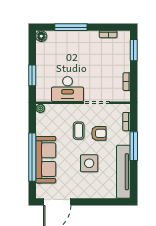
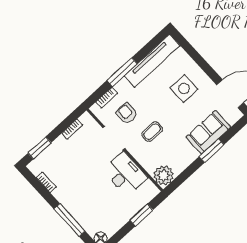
plant: (40, 108) -> (164, 175), width x1.87, depth x1.87
armchair: (99, 133) -> (127, 114), moved
window: (32, 157) -> (212, 151), width x0.47
sofa: (46, 160) -> (208, 132), width x0.73
side table: (89, 163) -> (184, 88), moved

